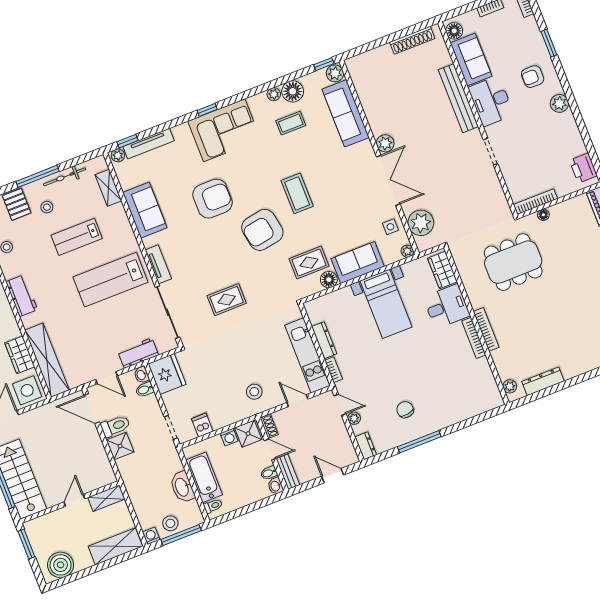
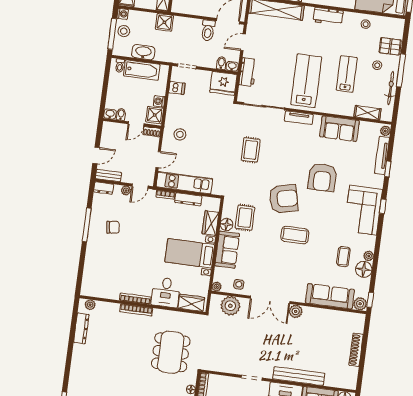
shoe rack: (412, 40) -> (356, 350), moved
window: (127, 141) -> (388, 169), moved
armchair: (262, 230) -> (283, 199), turned 87
wardrobe: (338, 299) -> (210, 223), added
shower: (120, 446) -> (164, 22), moved
bench: (288, 472) -> (108, 176), moved

